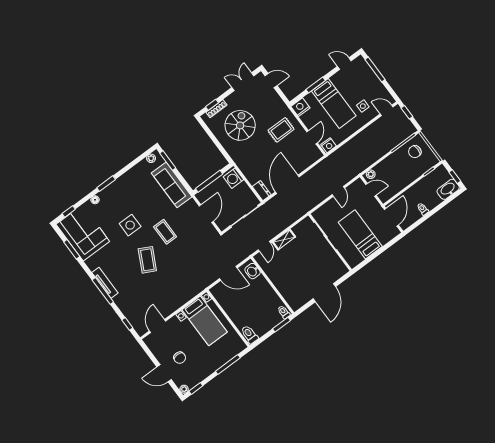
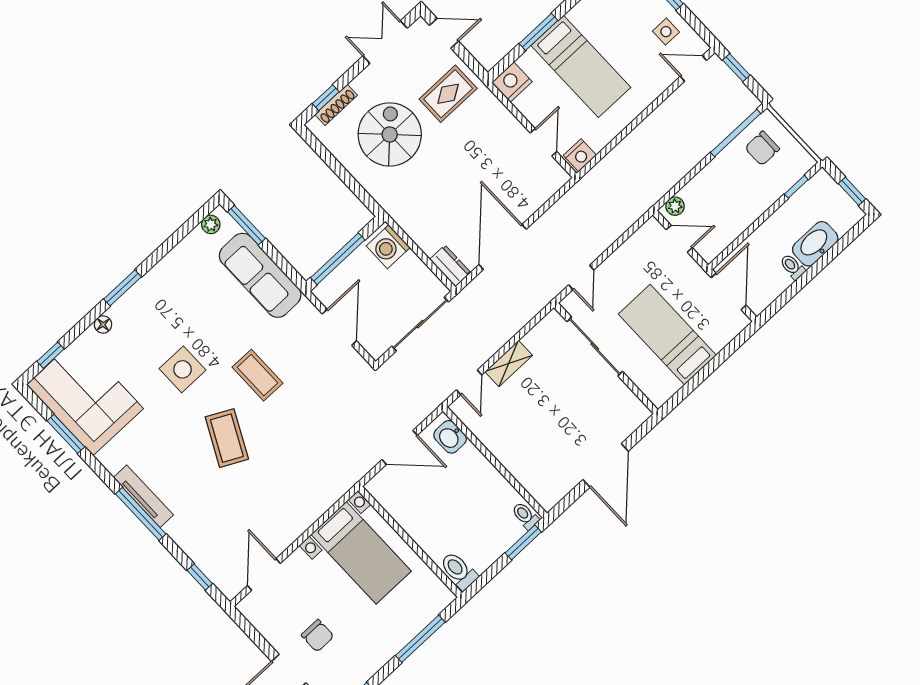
side table: (363, 106) -> (666, 32), moved
rug: (281, 130) -> (448, 94), moved
washbasin: (448, 189) -> (815, 244), moved
door: (338, 191) -> (581, 277), moved

